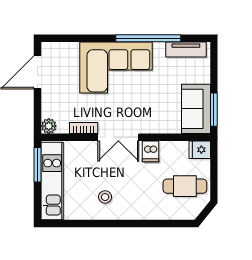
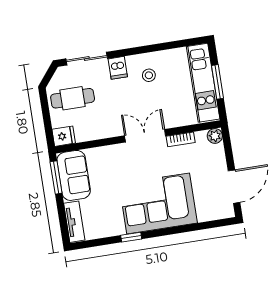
window: (148, 38) -> (131, 237), width x0.32
tv unit: (186, 50) -> (74, 222), moved, turned 90
dishwasher: (150, 151) -> (118, 68), moved, turned 180
window: (38, 165) -> (217, 82), moved
sliding door: (164, 224) -> (87, 59), added

